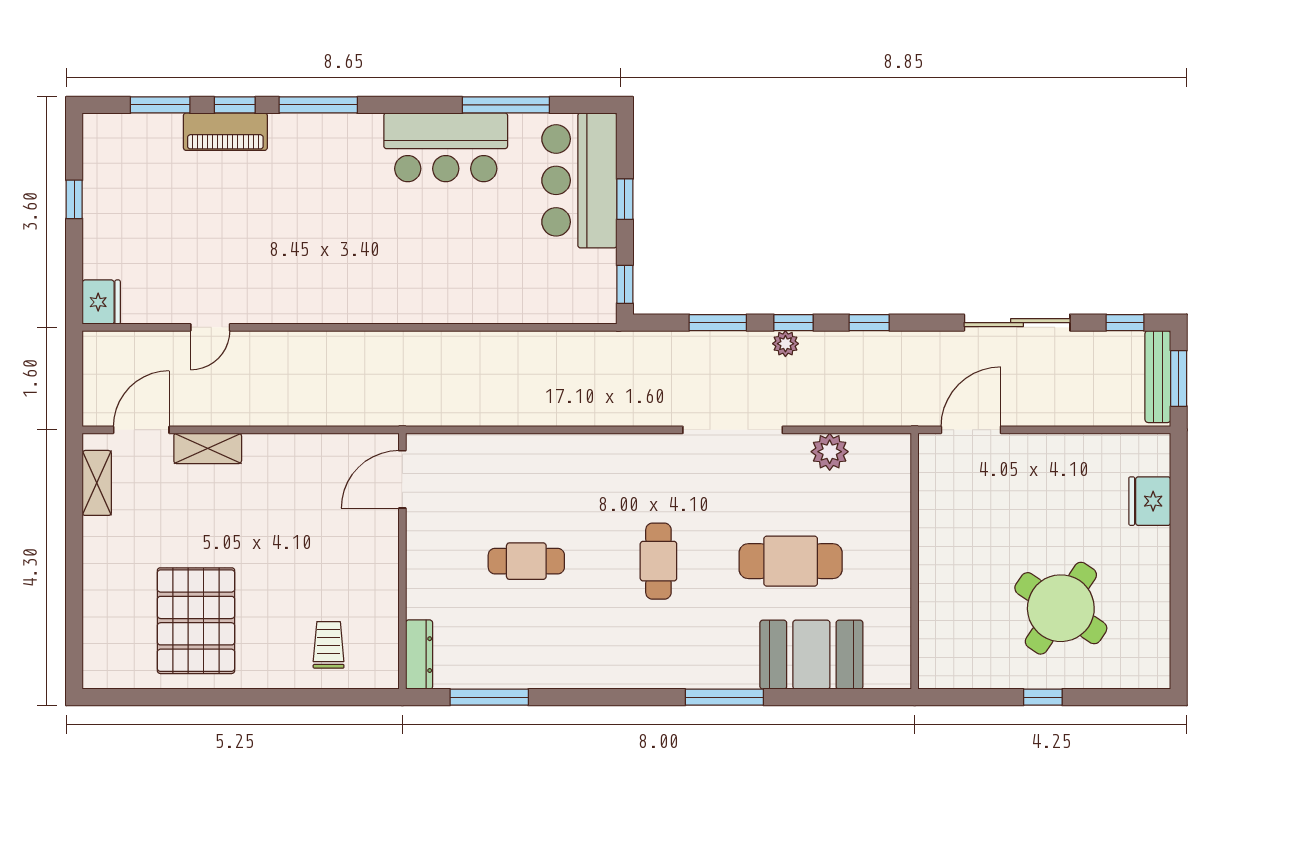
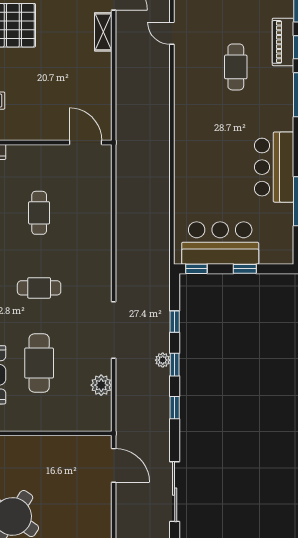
bar counter: (579, 180) -> (220, 243), moved
cafe table: (269, 215) -> (236, 67), added
window: (718, 323) -> (175, 322), width x0.67

